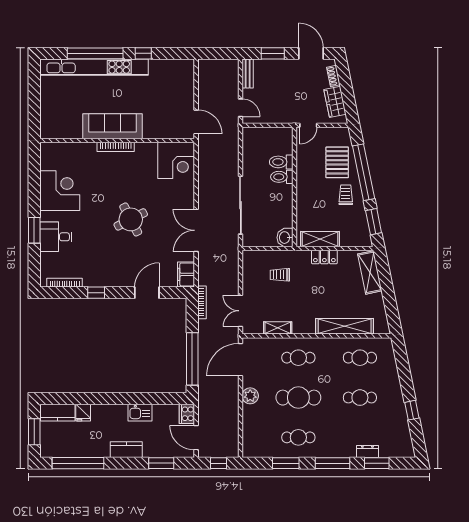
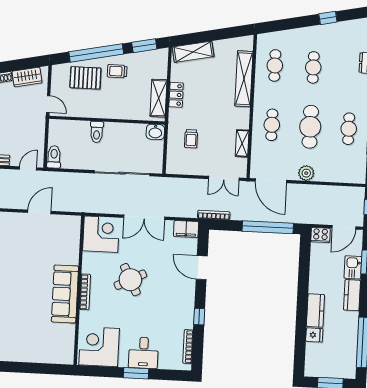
sofa: (112, 126) -> (65, 294), moved
wall: (117, 140) -> (79, 290), moved
bookcase: (116, 147) -> (85, 292), moved
corner desk: (176, 160) -> (101, 234), moved
toilet: (281, 162) -> (54, 157), moved, turned 180
kitchen counter: (58, 413) -> (315, 311), moved
kitchen sink: (140, 413) -> (353, 267), moved, turned 180

